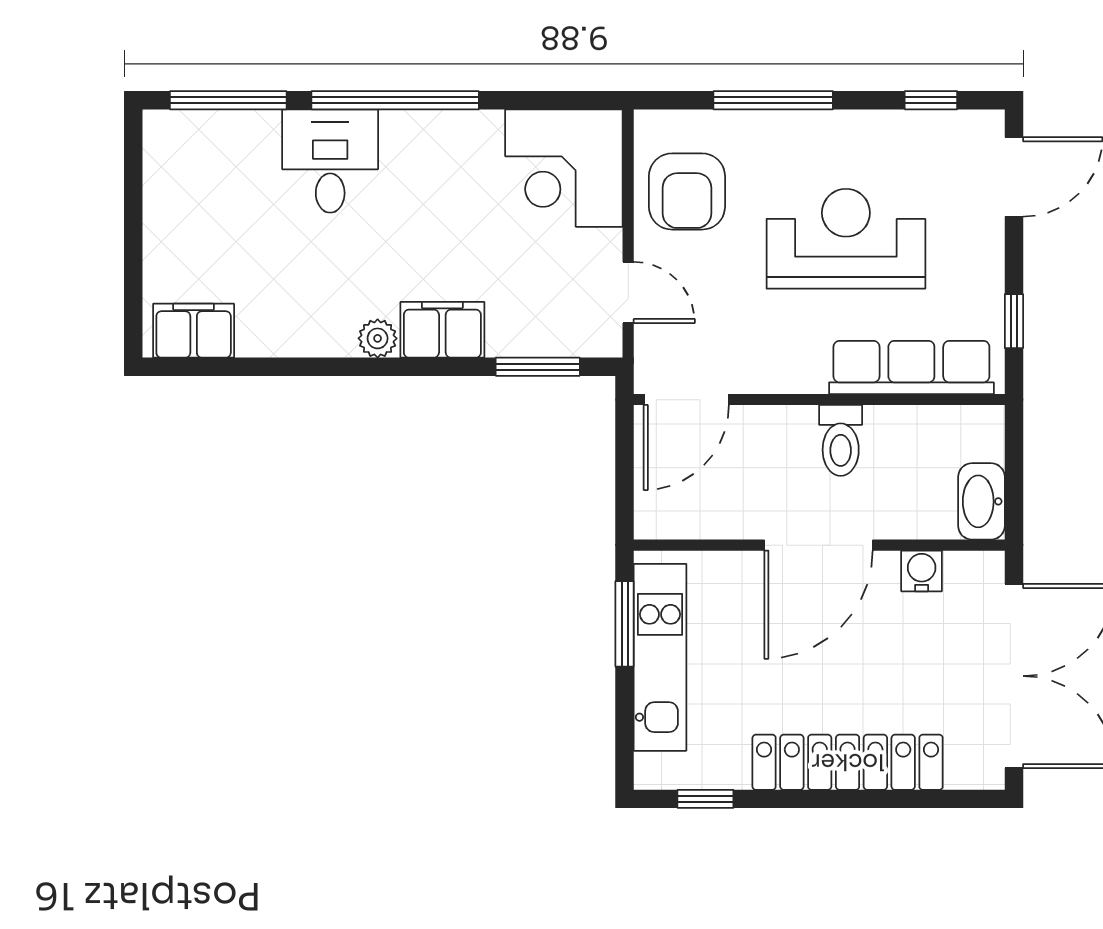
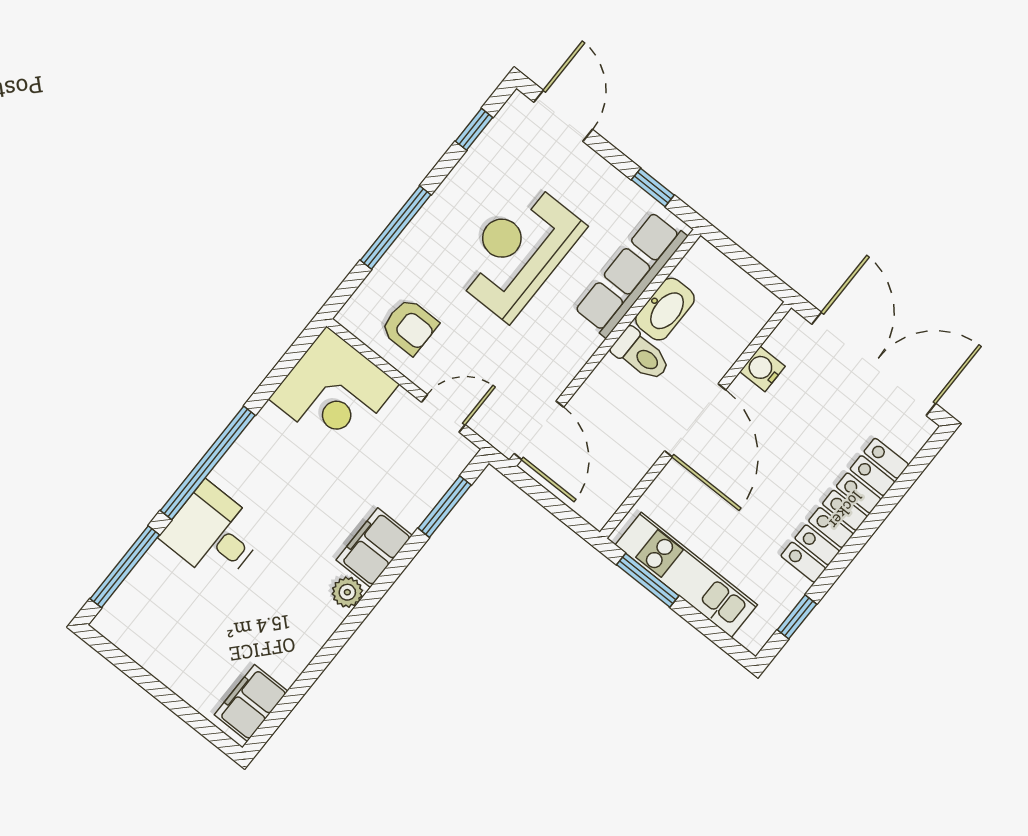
armchair: (687, 191) -> (410, 327), width x0.72, depth x0.72
washbasin: (981, 501) -> (665, 309), moved, turned -90

